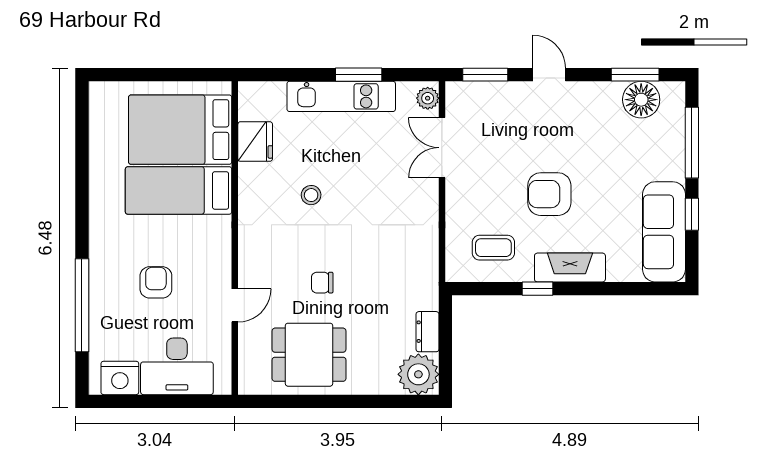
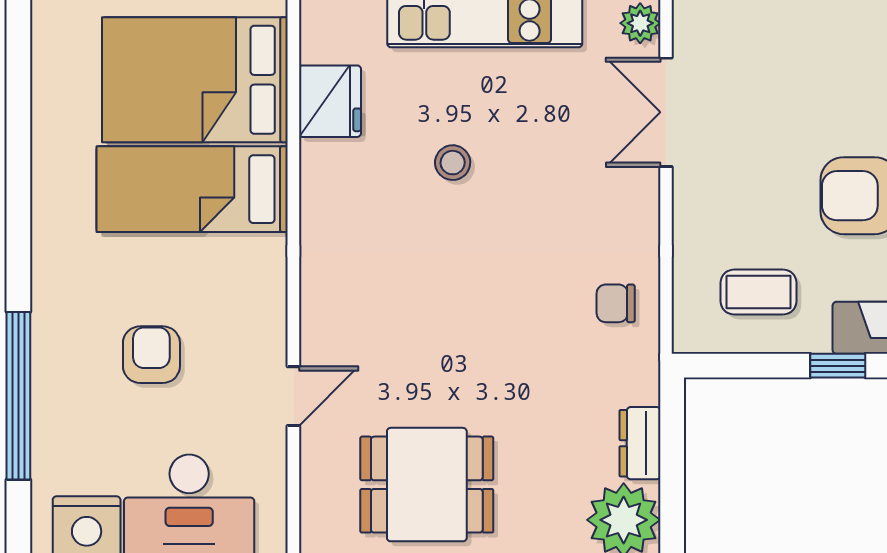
stool: (311, 195) -> (453, 163), moved
chair: (322, 283) -> (616, 303), moved

